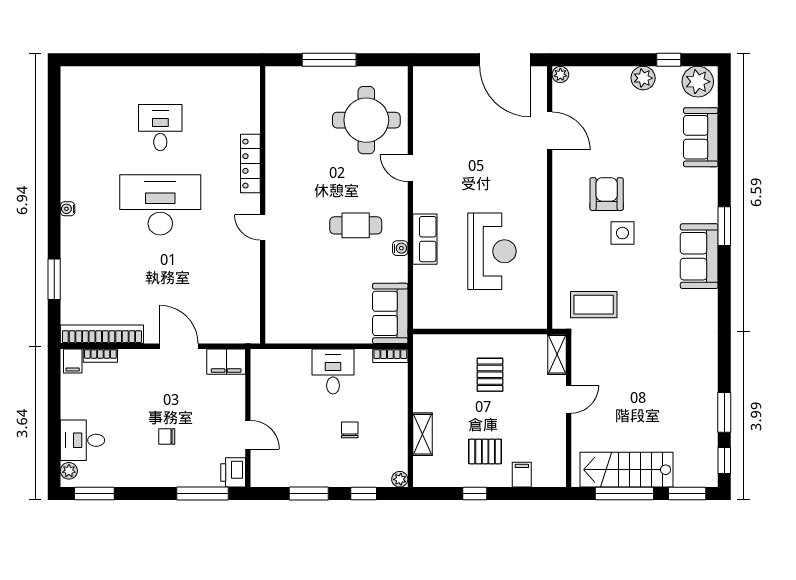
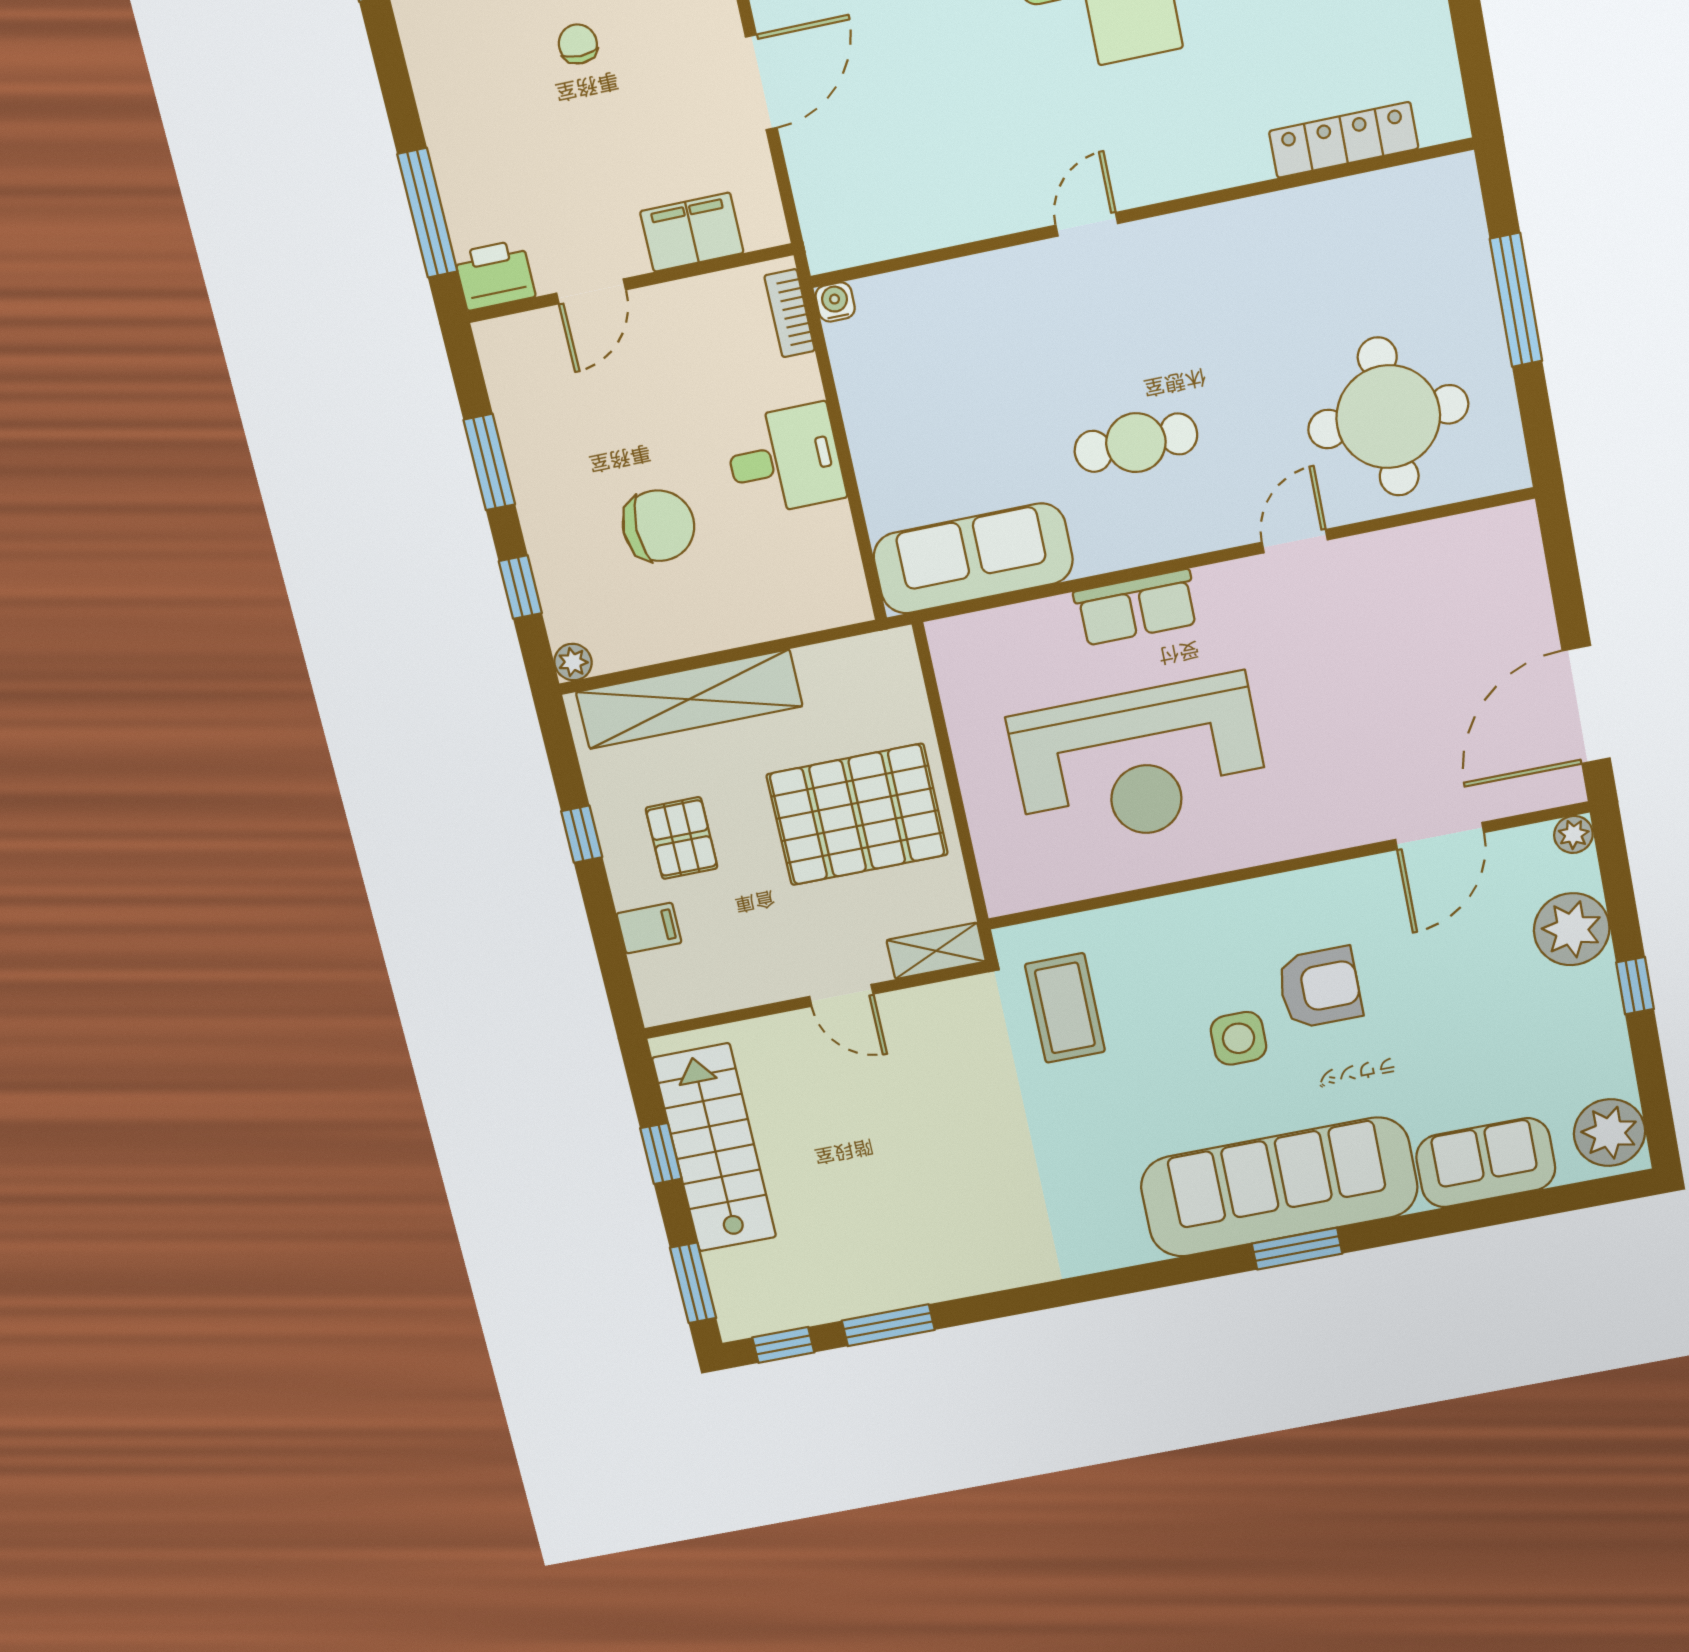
window: (669, 60) -> (1635, 986), moved
plant: (643, 78) -> (1572, 929), moved, width x1.36, depth x1.36
locker: (250, 164) -> (1344, 140), moved
cafe table: (356, 225) -> (1136, 443), turned 90
water cooler: (400, 248) -> (835, 302), moved, turned 180
reception desk: (492, 251) -> (1139, 763), width x1.36, depth x1.30
sofa: (699, 256) -> (1279, 1187), width x1.85, depth x1.27
sofa: (390, 313) -> (973, 558), width x1.36
bookcase: (390, 356) -> (790, 313), moved
filing cabinet: (226, 362) -> (692, 232), moved, turned 90
pallet: (490, 375) -> (857, 815), width x2.05, depth x2.00
chair: (350, 430) -> (659, 526), width x1.87, depth x1.87
shelving: (422, 434) -> (689, 699), width x2.20, depth x1.33
chair: (167, 437) -> (578, 44), moved
window: (624, 494) -> (661, 1153), width x0.46

